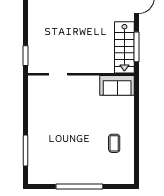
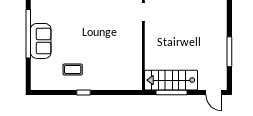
sofa: (117, 85) -> (41, 41), moved, turned 180
window: (137, 133) -> (83, 92), added

